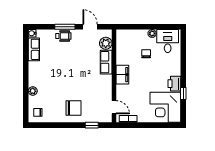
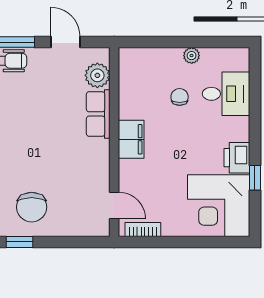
desk: (168, 41) -> (226, 94), moved, turned 90
chair: (73, 108) -> (32, 207), turned 90
window: (92, 125) -> (20, 242), moved

